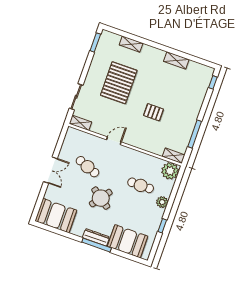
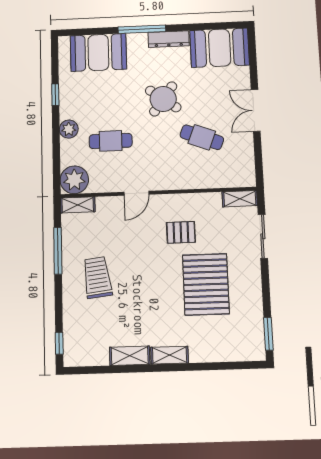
shelving: (131, 44) -> (170, 355), moved
trolley: (178, 110) -> (97, 278), added
pallet: (154, 112) -> (181, 232), moved
door: (114, 141) -> (136, 193), moved
dresser: (96, 237) -> (169, 39), moved

